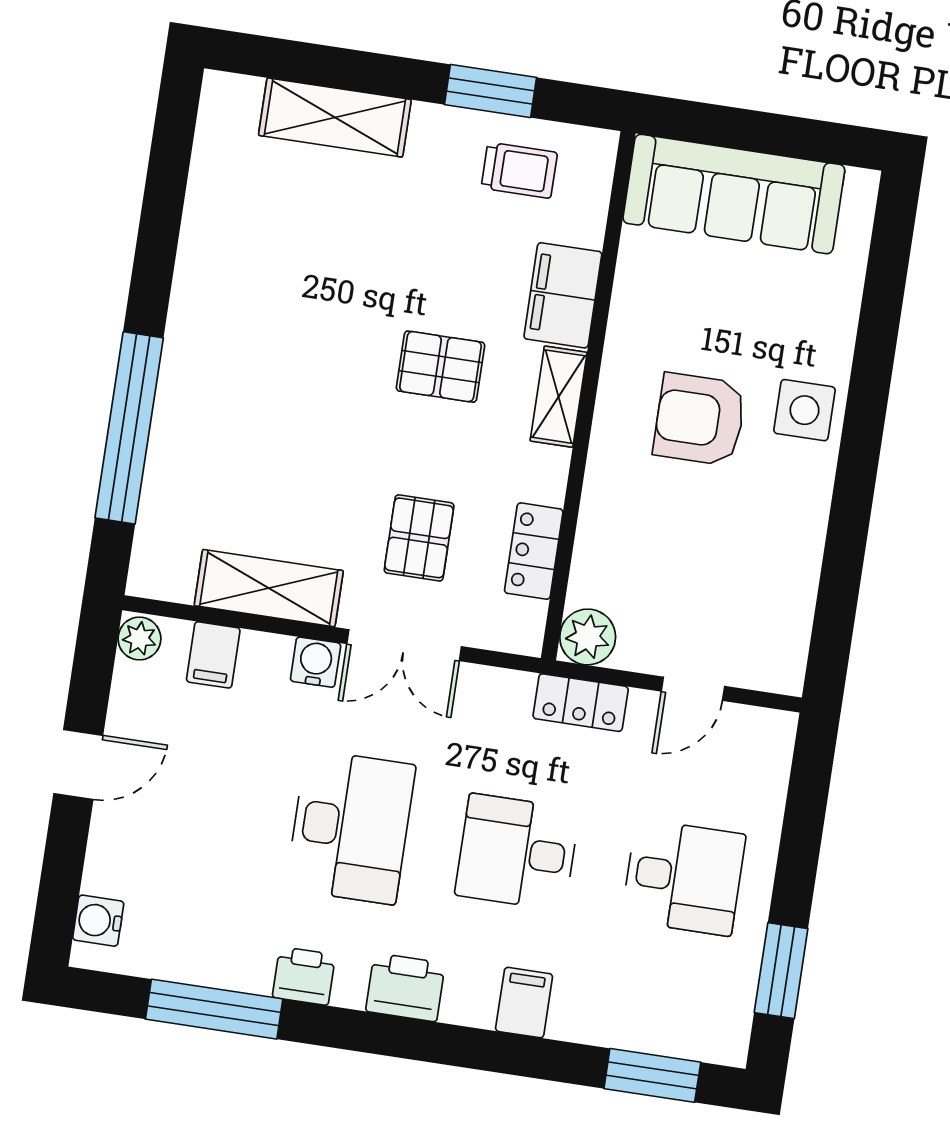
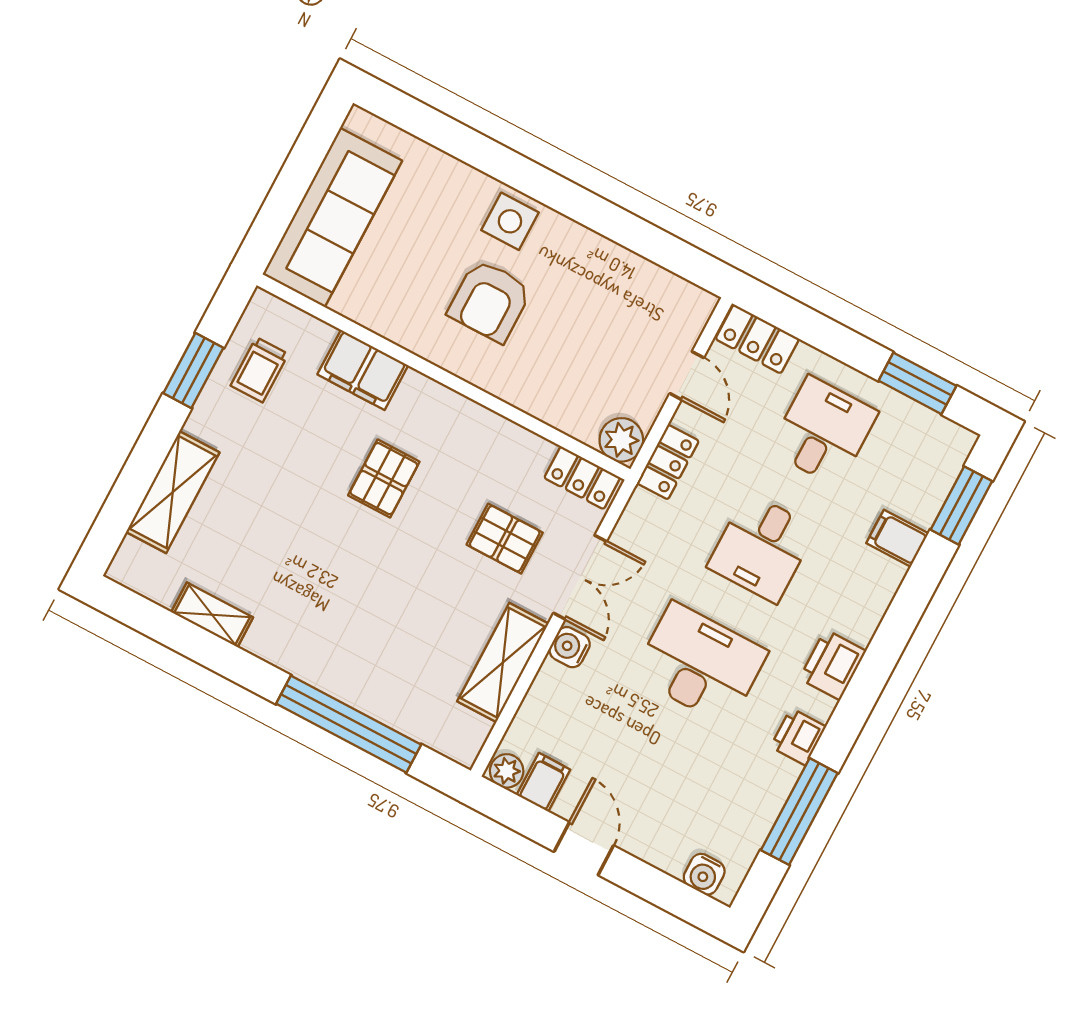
trolley: (519, 170) -> (259, 370), turned 180
shelving: (559, 397) -> (212, 615), moved
locker: (534, 551) -> (582, 478), moved
filing cabinet: (213, 655) -> (543, 782), moved, turned -90
locker: (767, 758) -> (757, 339), added
filing cabinet: (524, 1003) -> (897, 538), moved

